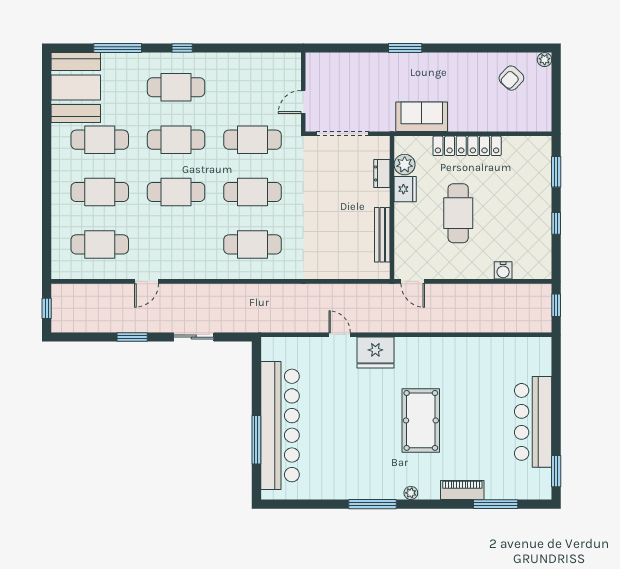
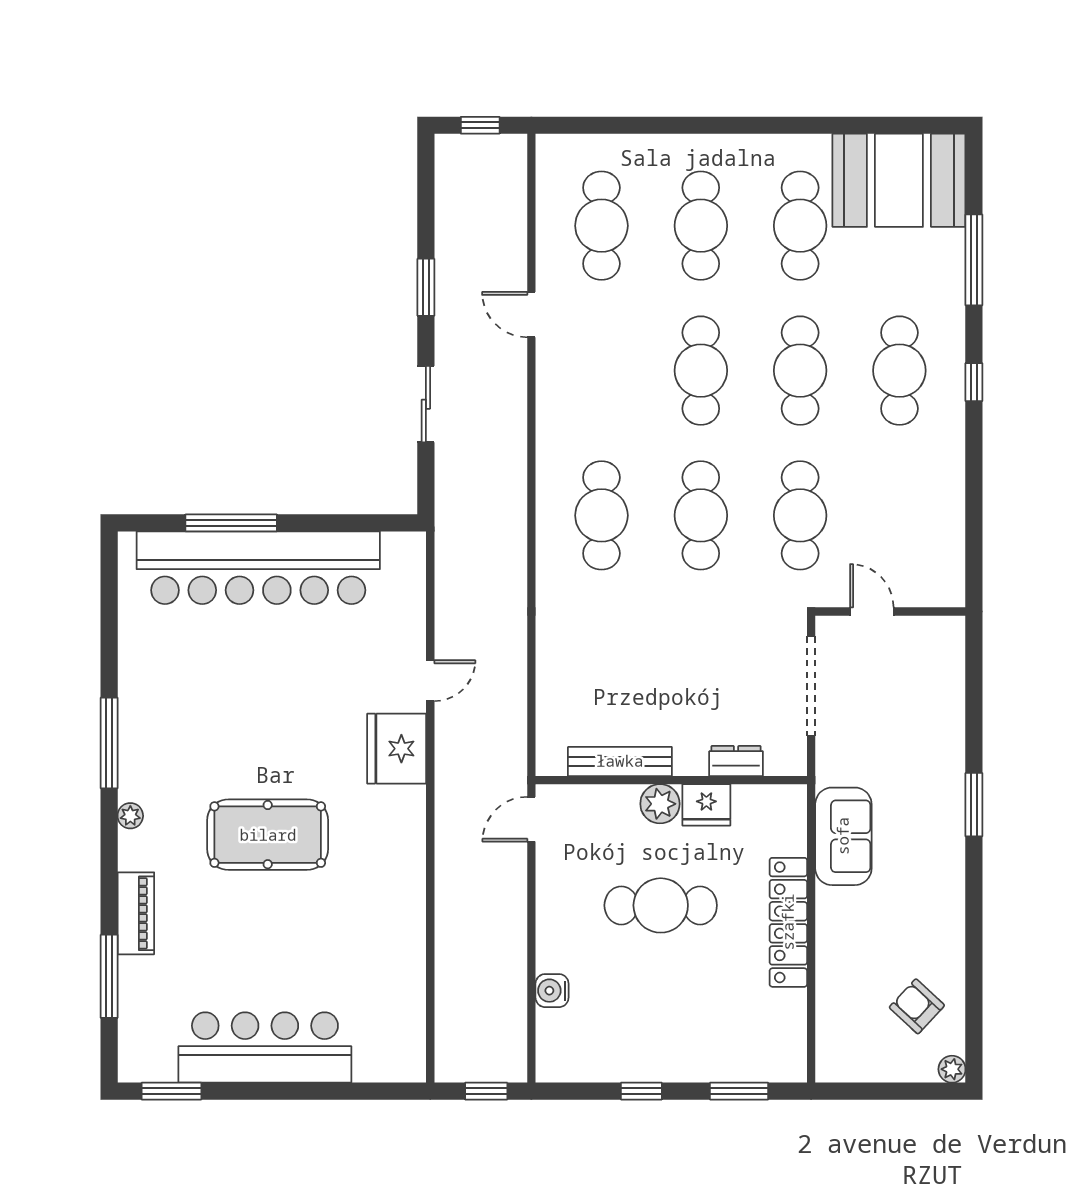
plant: (405, 165) -> (660, 804), moved

